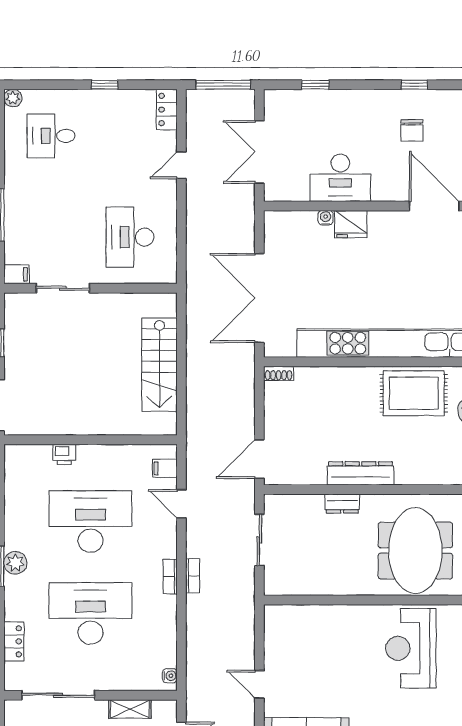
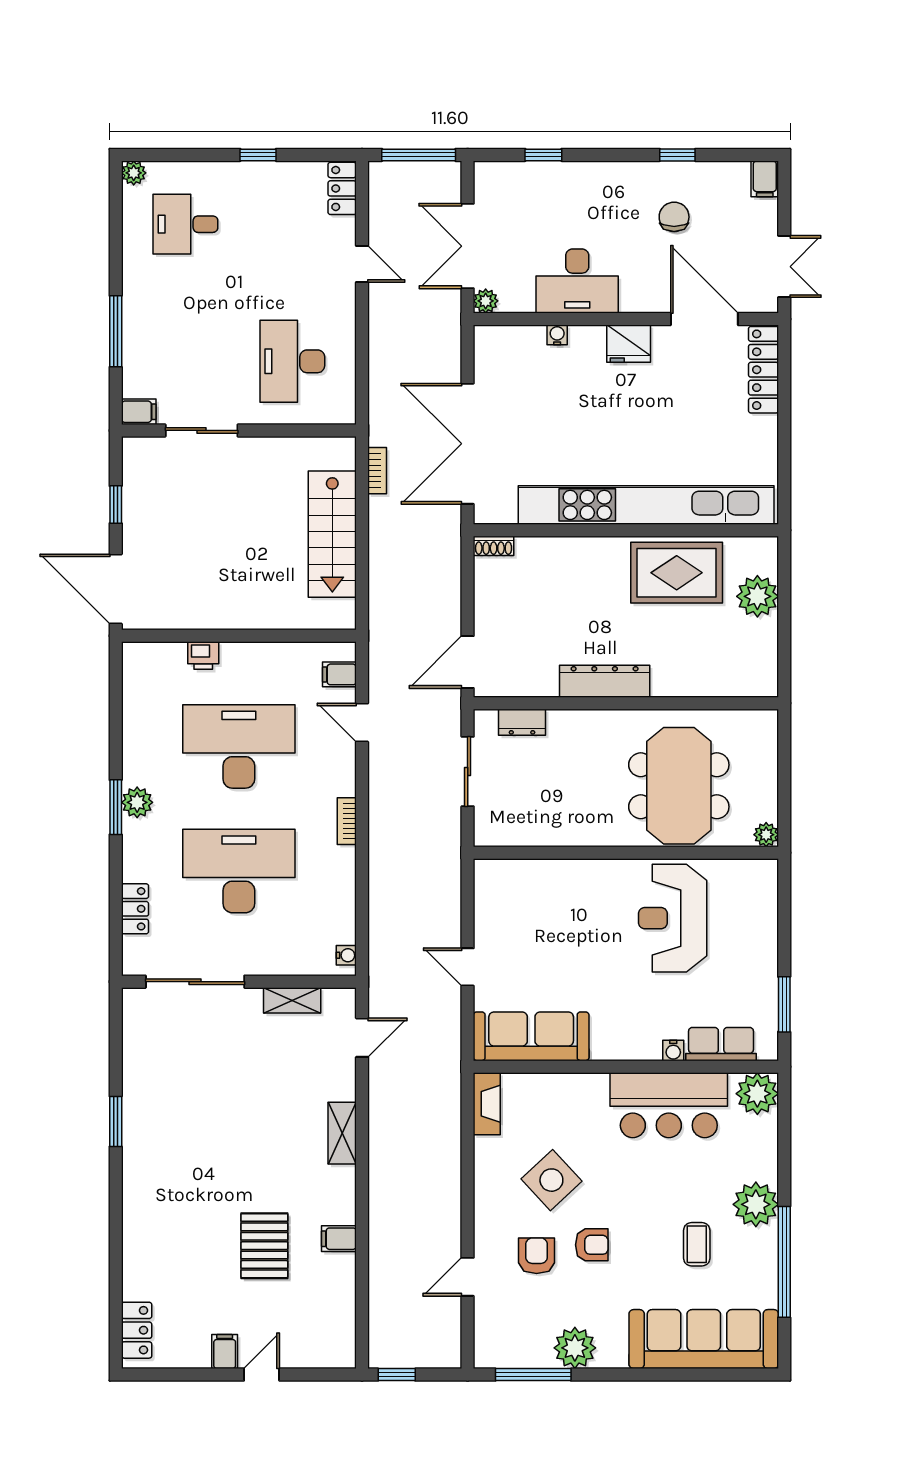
chair: (412, 130) -> (674, 217), turned 180
door: (181, 165) -> (362, 264), swing flipped
plant: (273, 193) -> (486, 301), added
fridge: (351, 224) -> (629, 344), moved
dresser: (342, 504) -> (522, 722), moved
bookcase: (193, 576) -> (377, 471), moved

